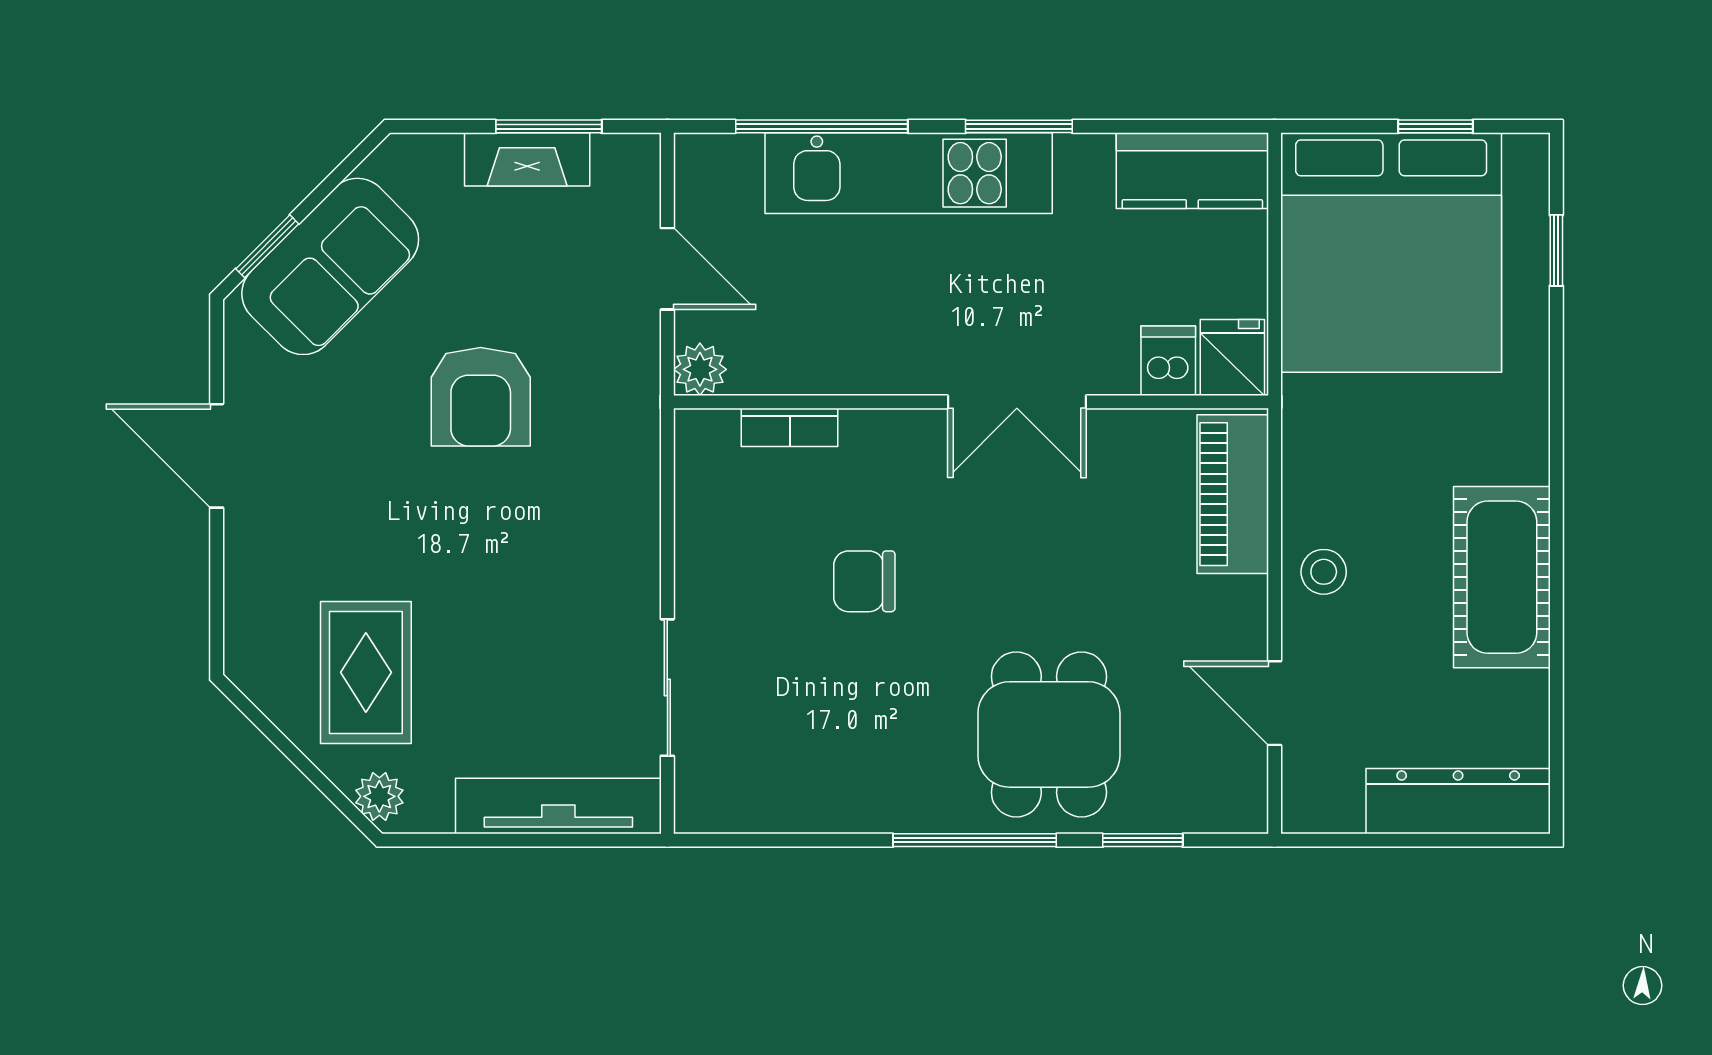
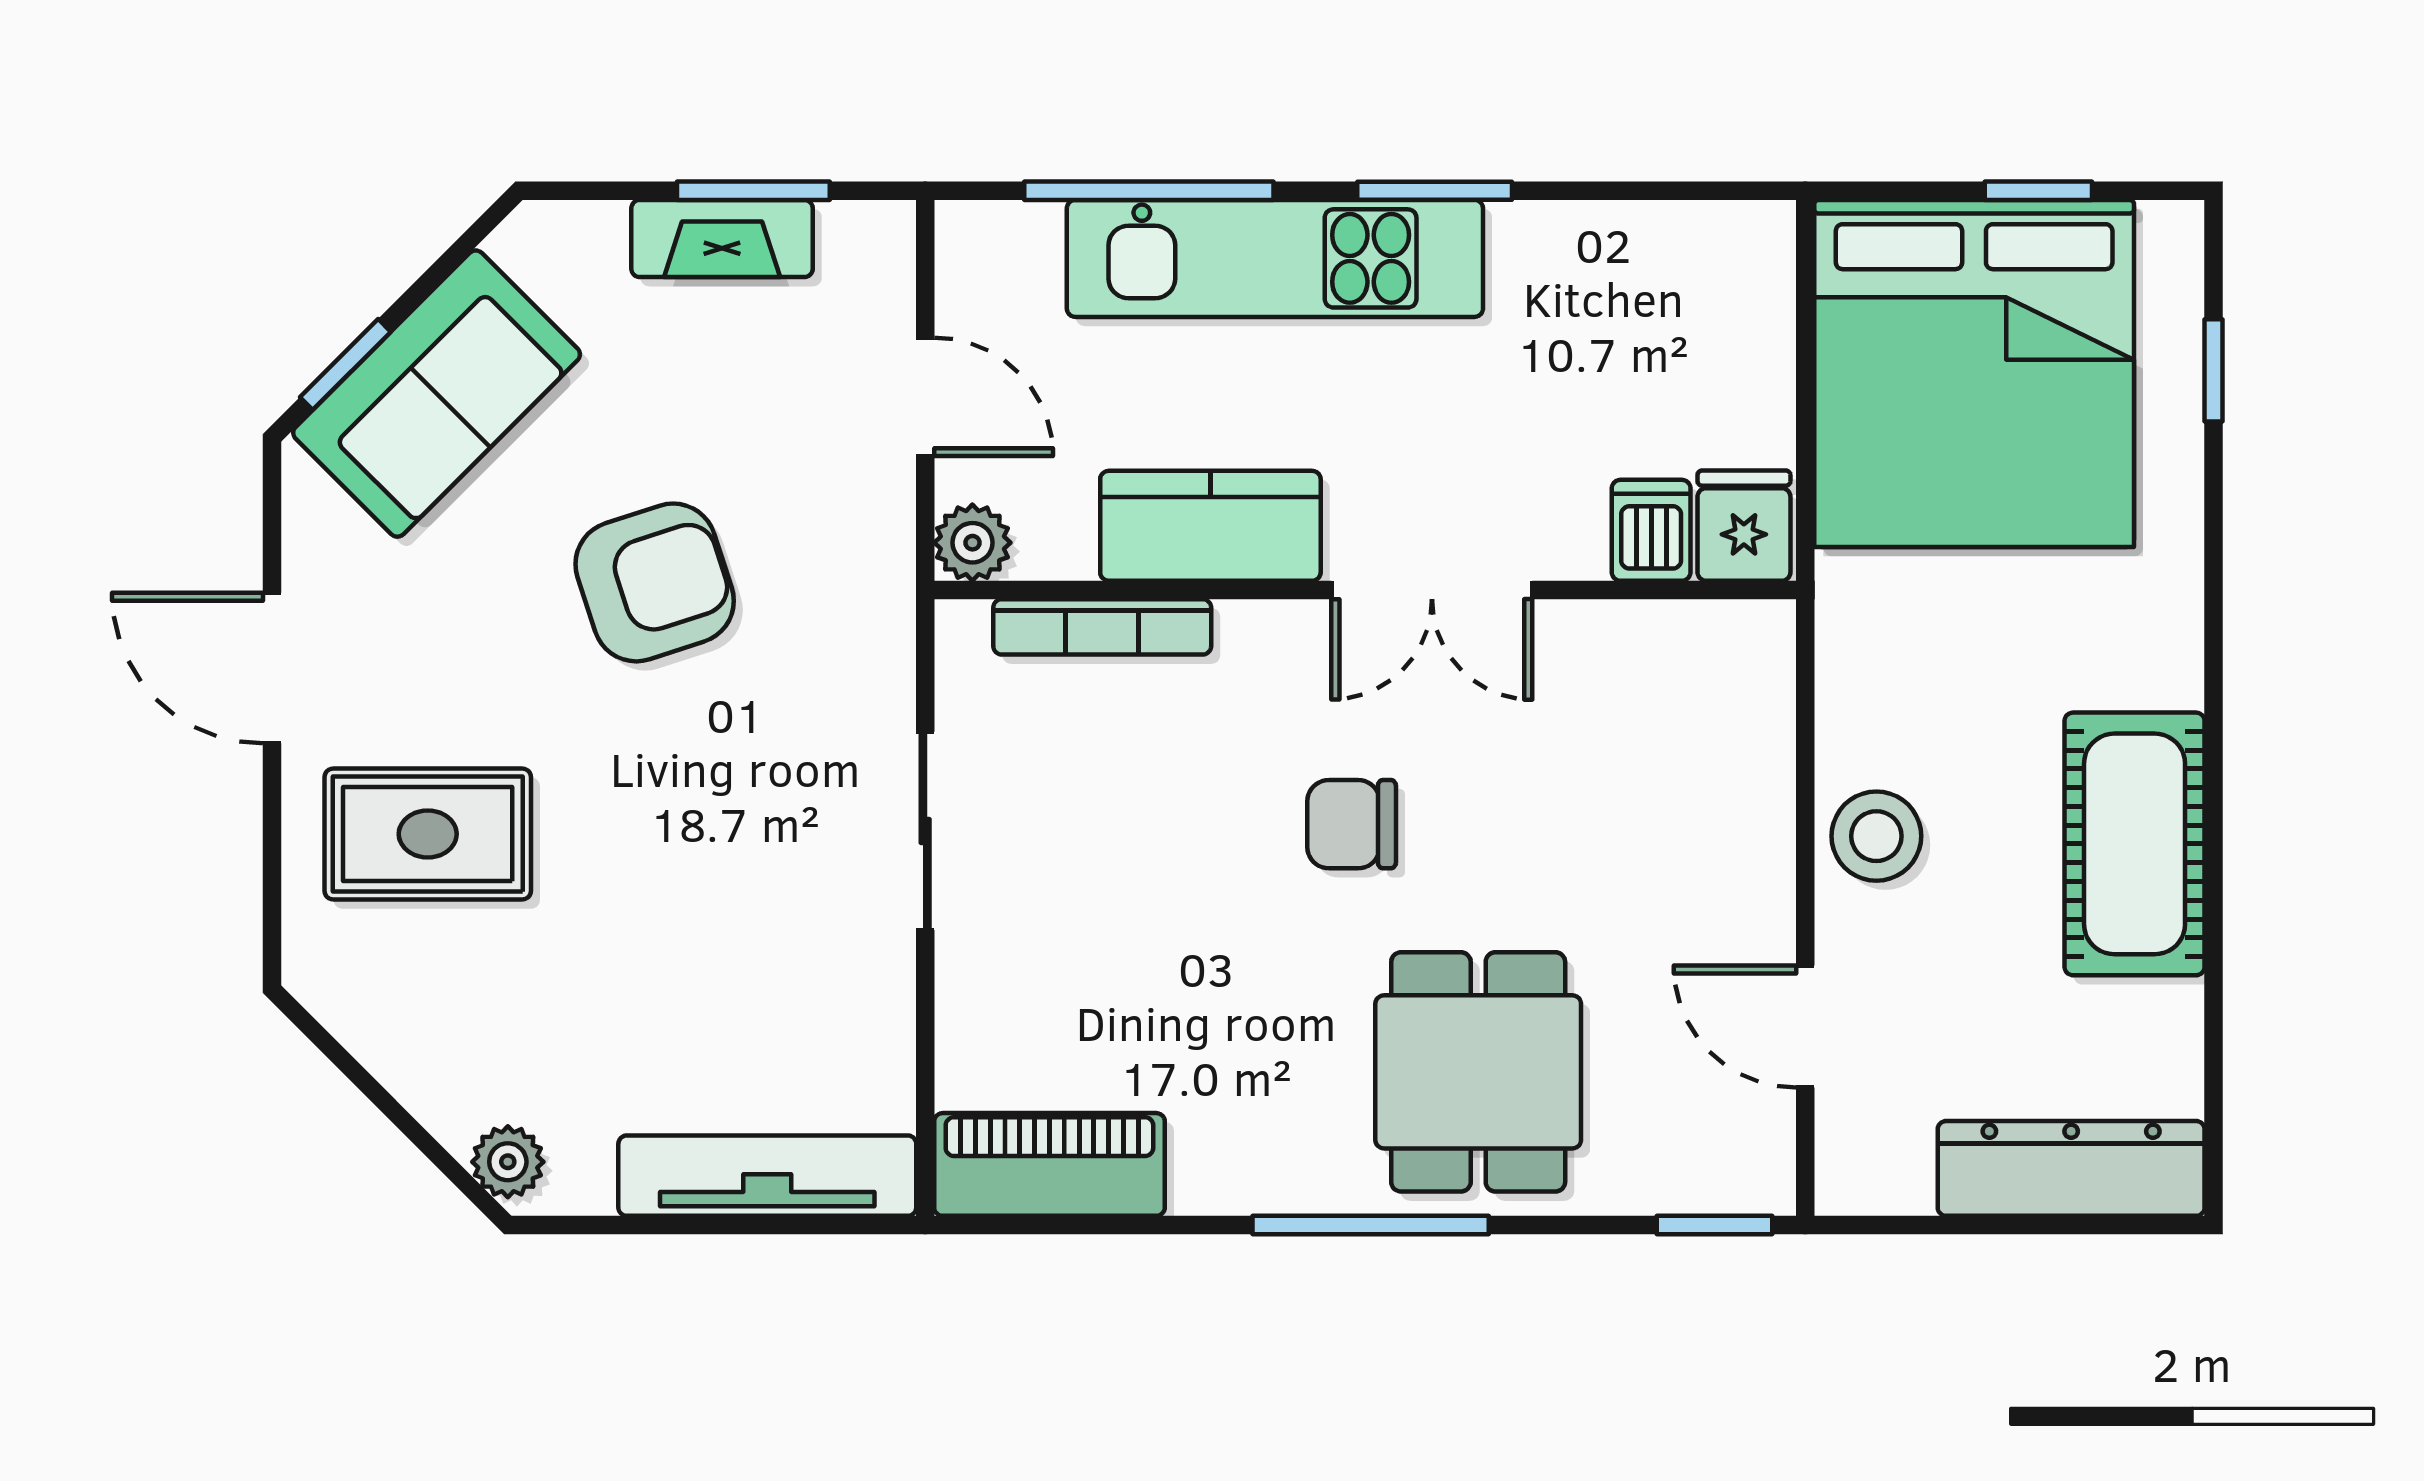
kitchen counter: (1192, 171) -> (1210, 526), moved, turned 180
armchair: (481, 397) -> (655, 582), turned -108
bookcase: (790, 427) -> (1102, 627), width x1.56
piano: (1233, 494) -> (1049, 1164), moved, turned 90
stool: (1324, 572) -> (1876, 836), width x1.37, depth x1.37
chair: (864, 581) -> (1352, 824), moved
rug: (366, 672) -> (428, 834), moved, turned 90
sliding door: (667, 688) -> (925, 831), moved
window: (1143, 840) -> (1714, 1225), moved

